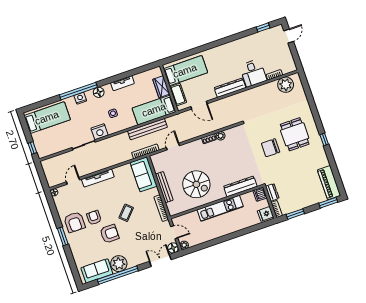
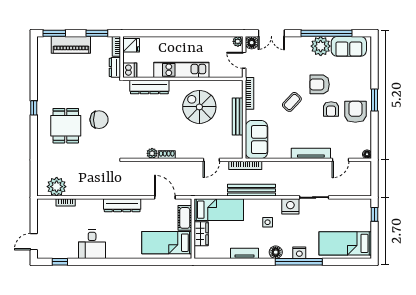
desk: (253, 73) -> (92, 244), moved, turned 180
bench: (147, 129) -> (252, 190), moved
piano: (329, 183) -> (71, 45), moved, turned 90

